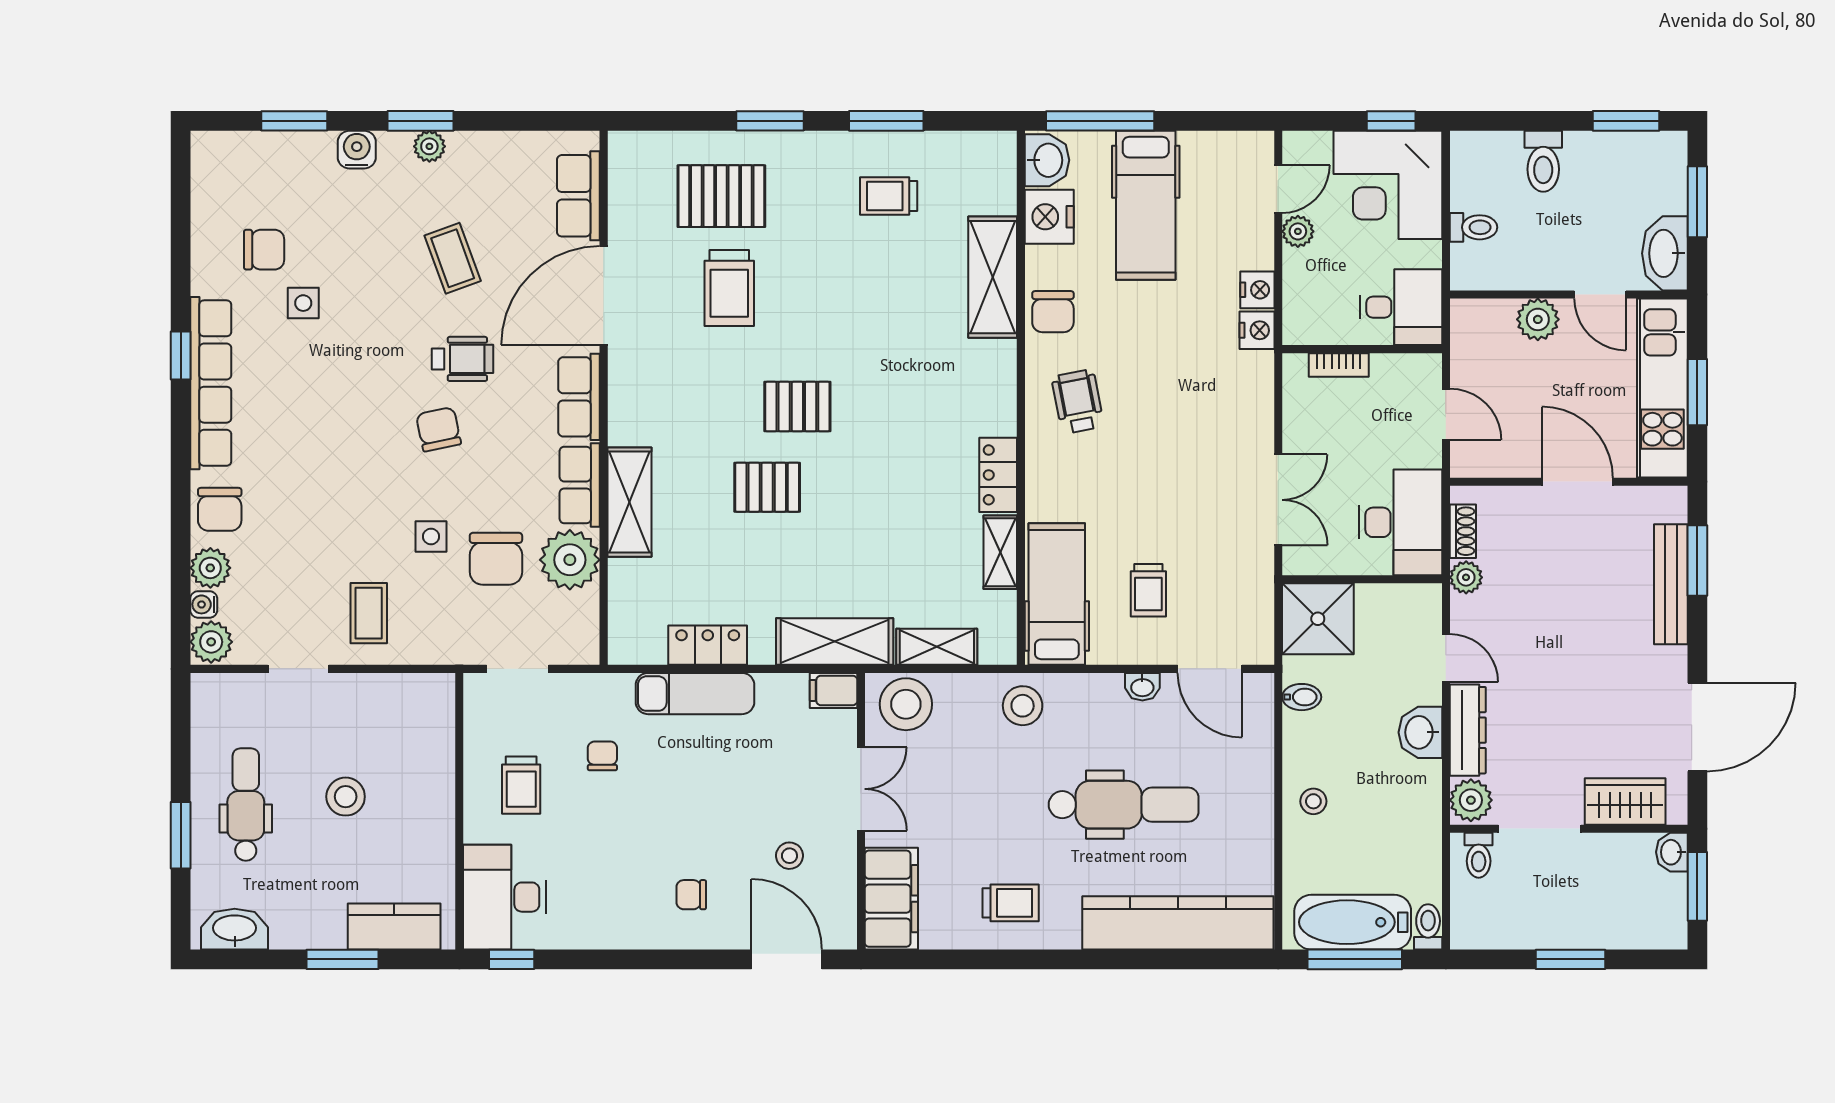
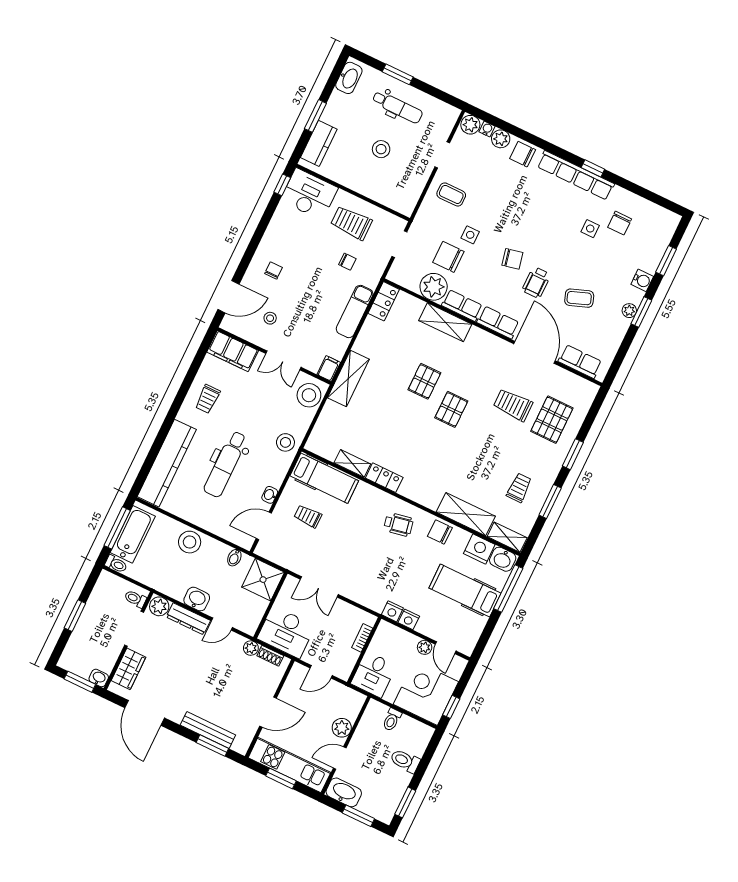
locker: (708, 645) -> (384, 301), moved
shelving: (937, 647) -> (507, 537), moved, turned 90
trolley: (521, 785) -> (351, 223), width x1.36, depth x1.39
stool: (1313, 801) -> (190, 542), width x1.89, depth x1.89

